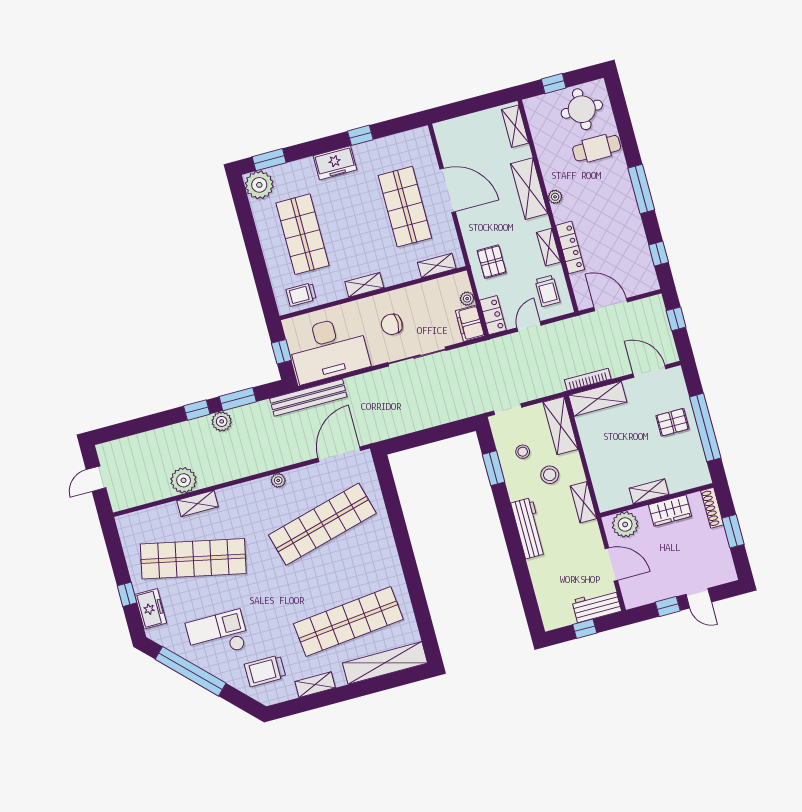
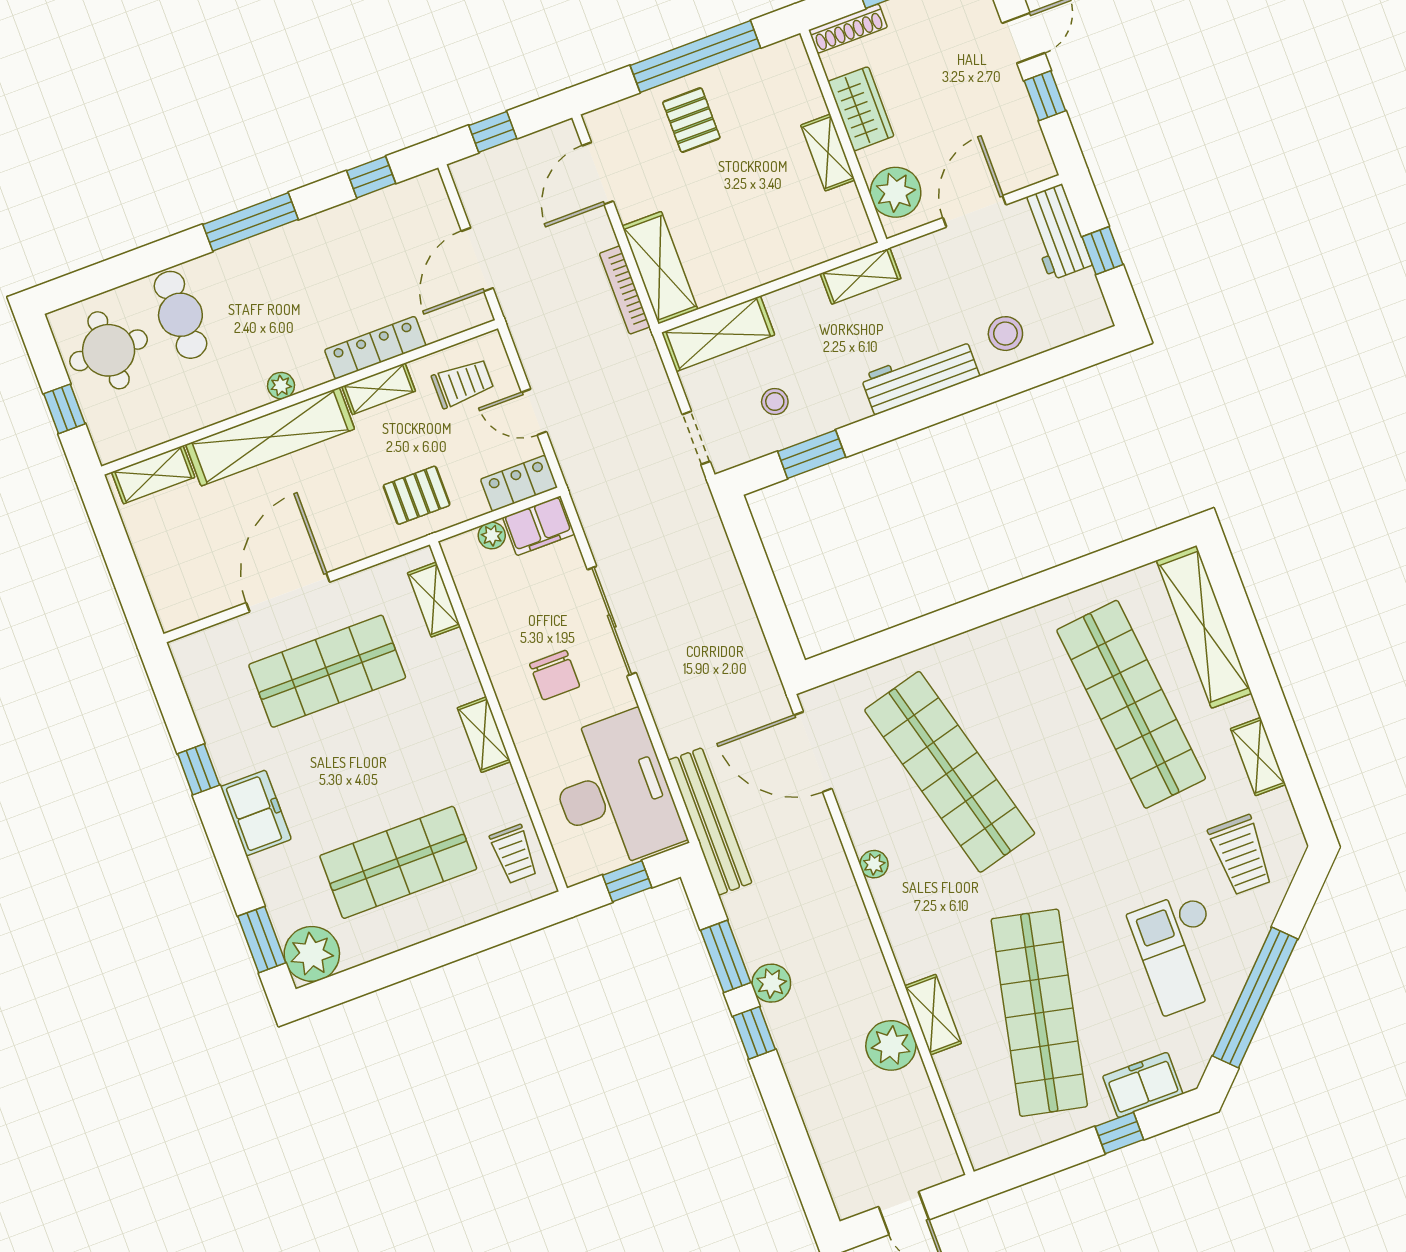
shelving: (529, 189) -> (270, 437), width x1.47
stool: (550, 475) -> (1005, 334), moved

